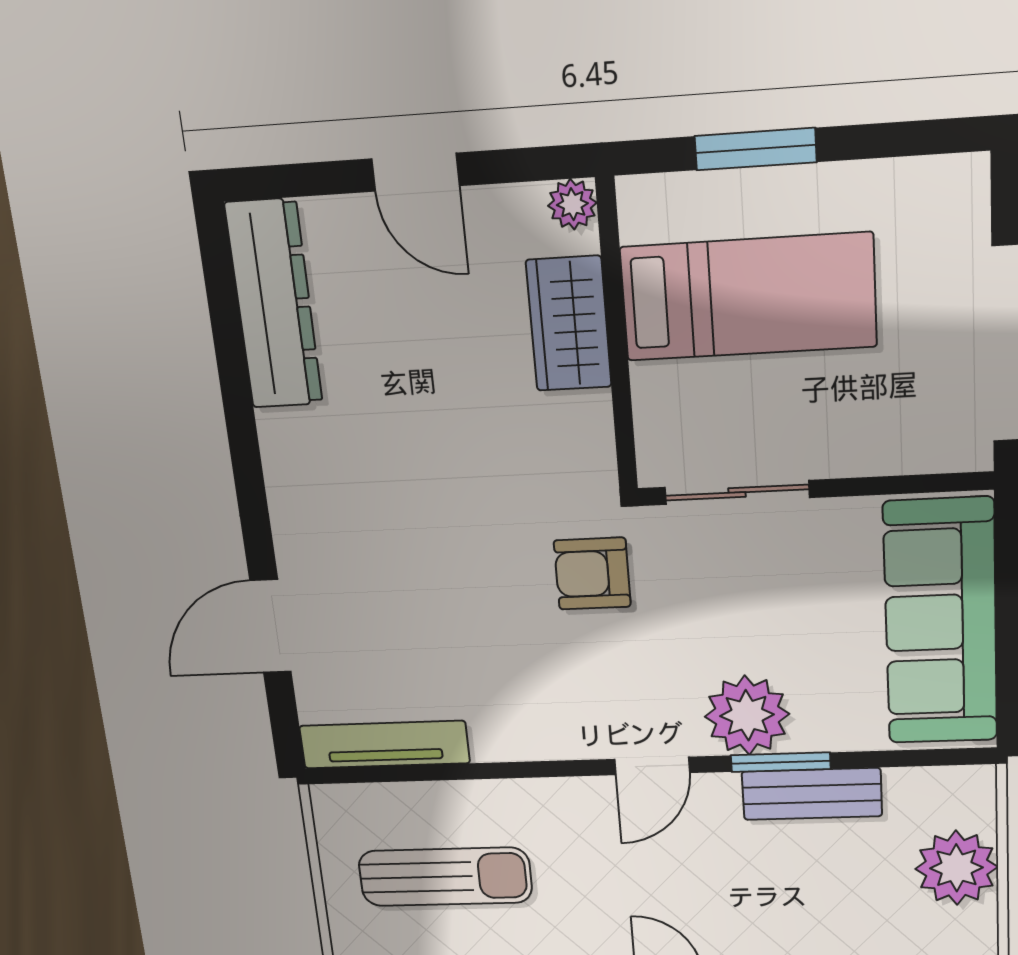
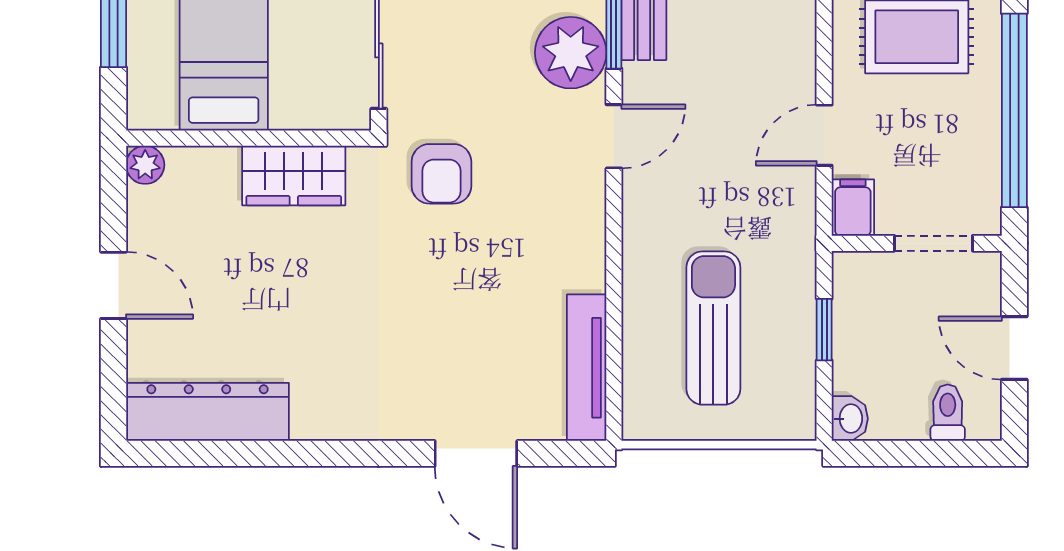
door: (415, 172) -> (114, 285), hinge flipped
wardrobe: (569, 324) -> (294, 176), moved
door: (652, 766) -> (614, 136), hinge flipped

